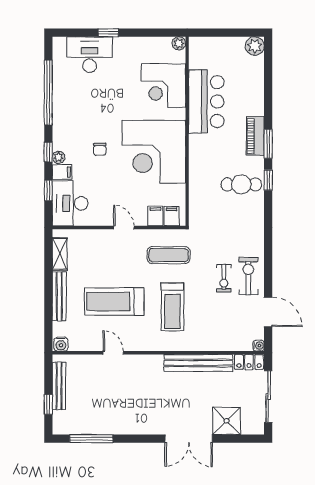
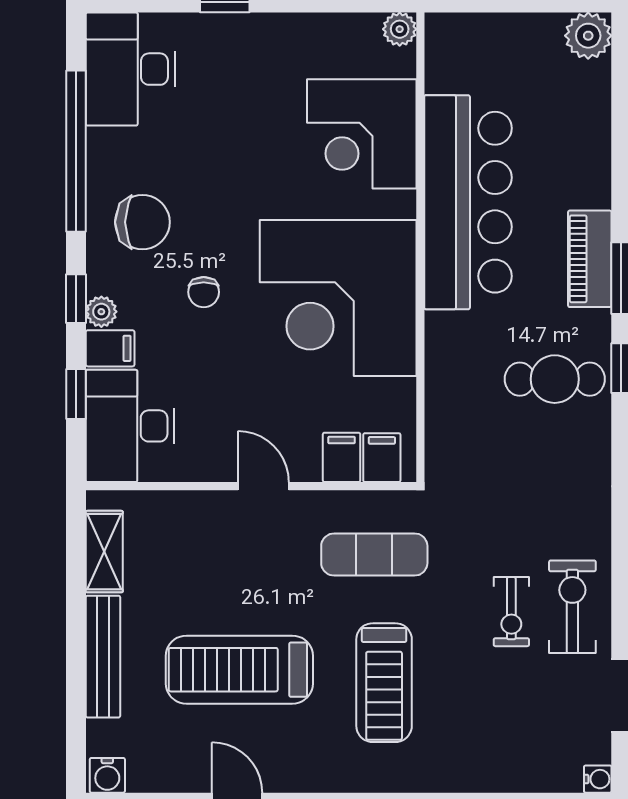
desk: (90, 55) -> (130, 69), moved, turned -90
bar counter: (206, 102) -> (468, 202), width x1.36
chair: (75, 121) -> (142, 222), added

